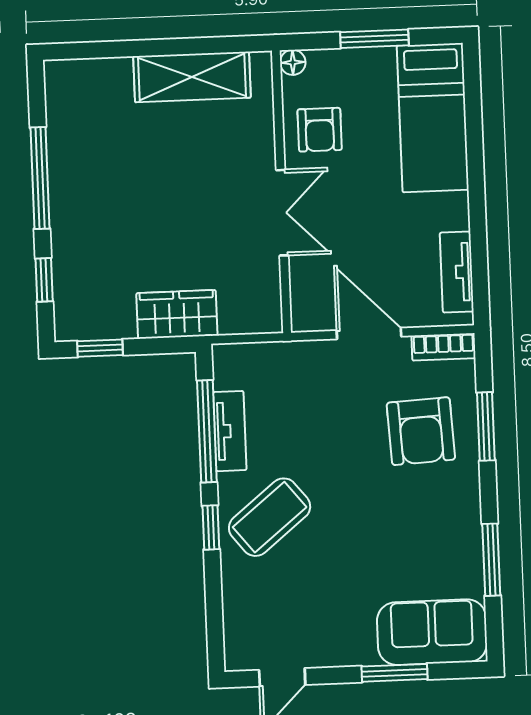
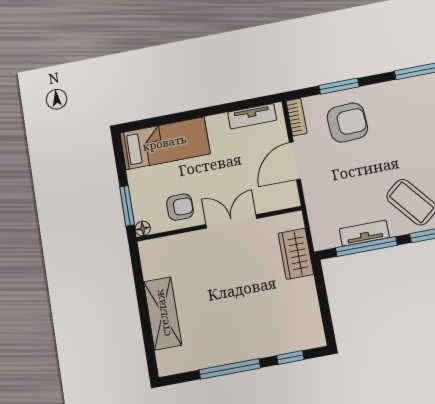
window: (374, 39) -> (127, 206), moved
shelving: (192, 77) -> (163, 313), moved
wardrobe: (177, 314) -> (296, 254), moved
window: (100, 348) -> (326, 318), removed

